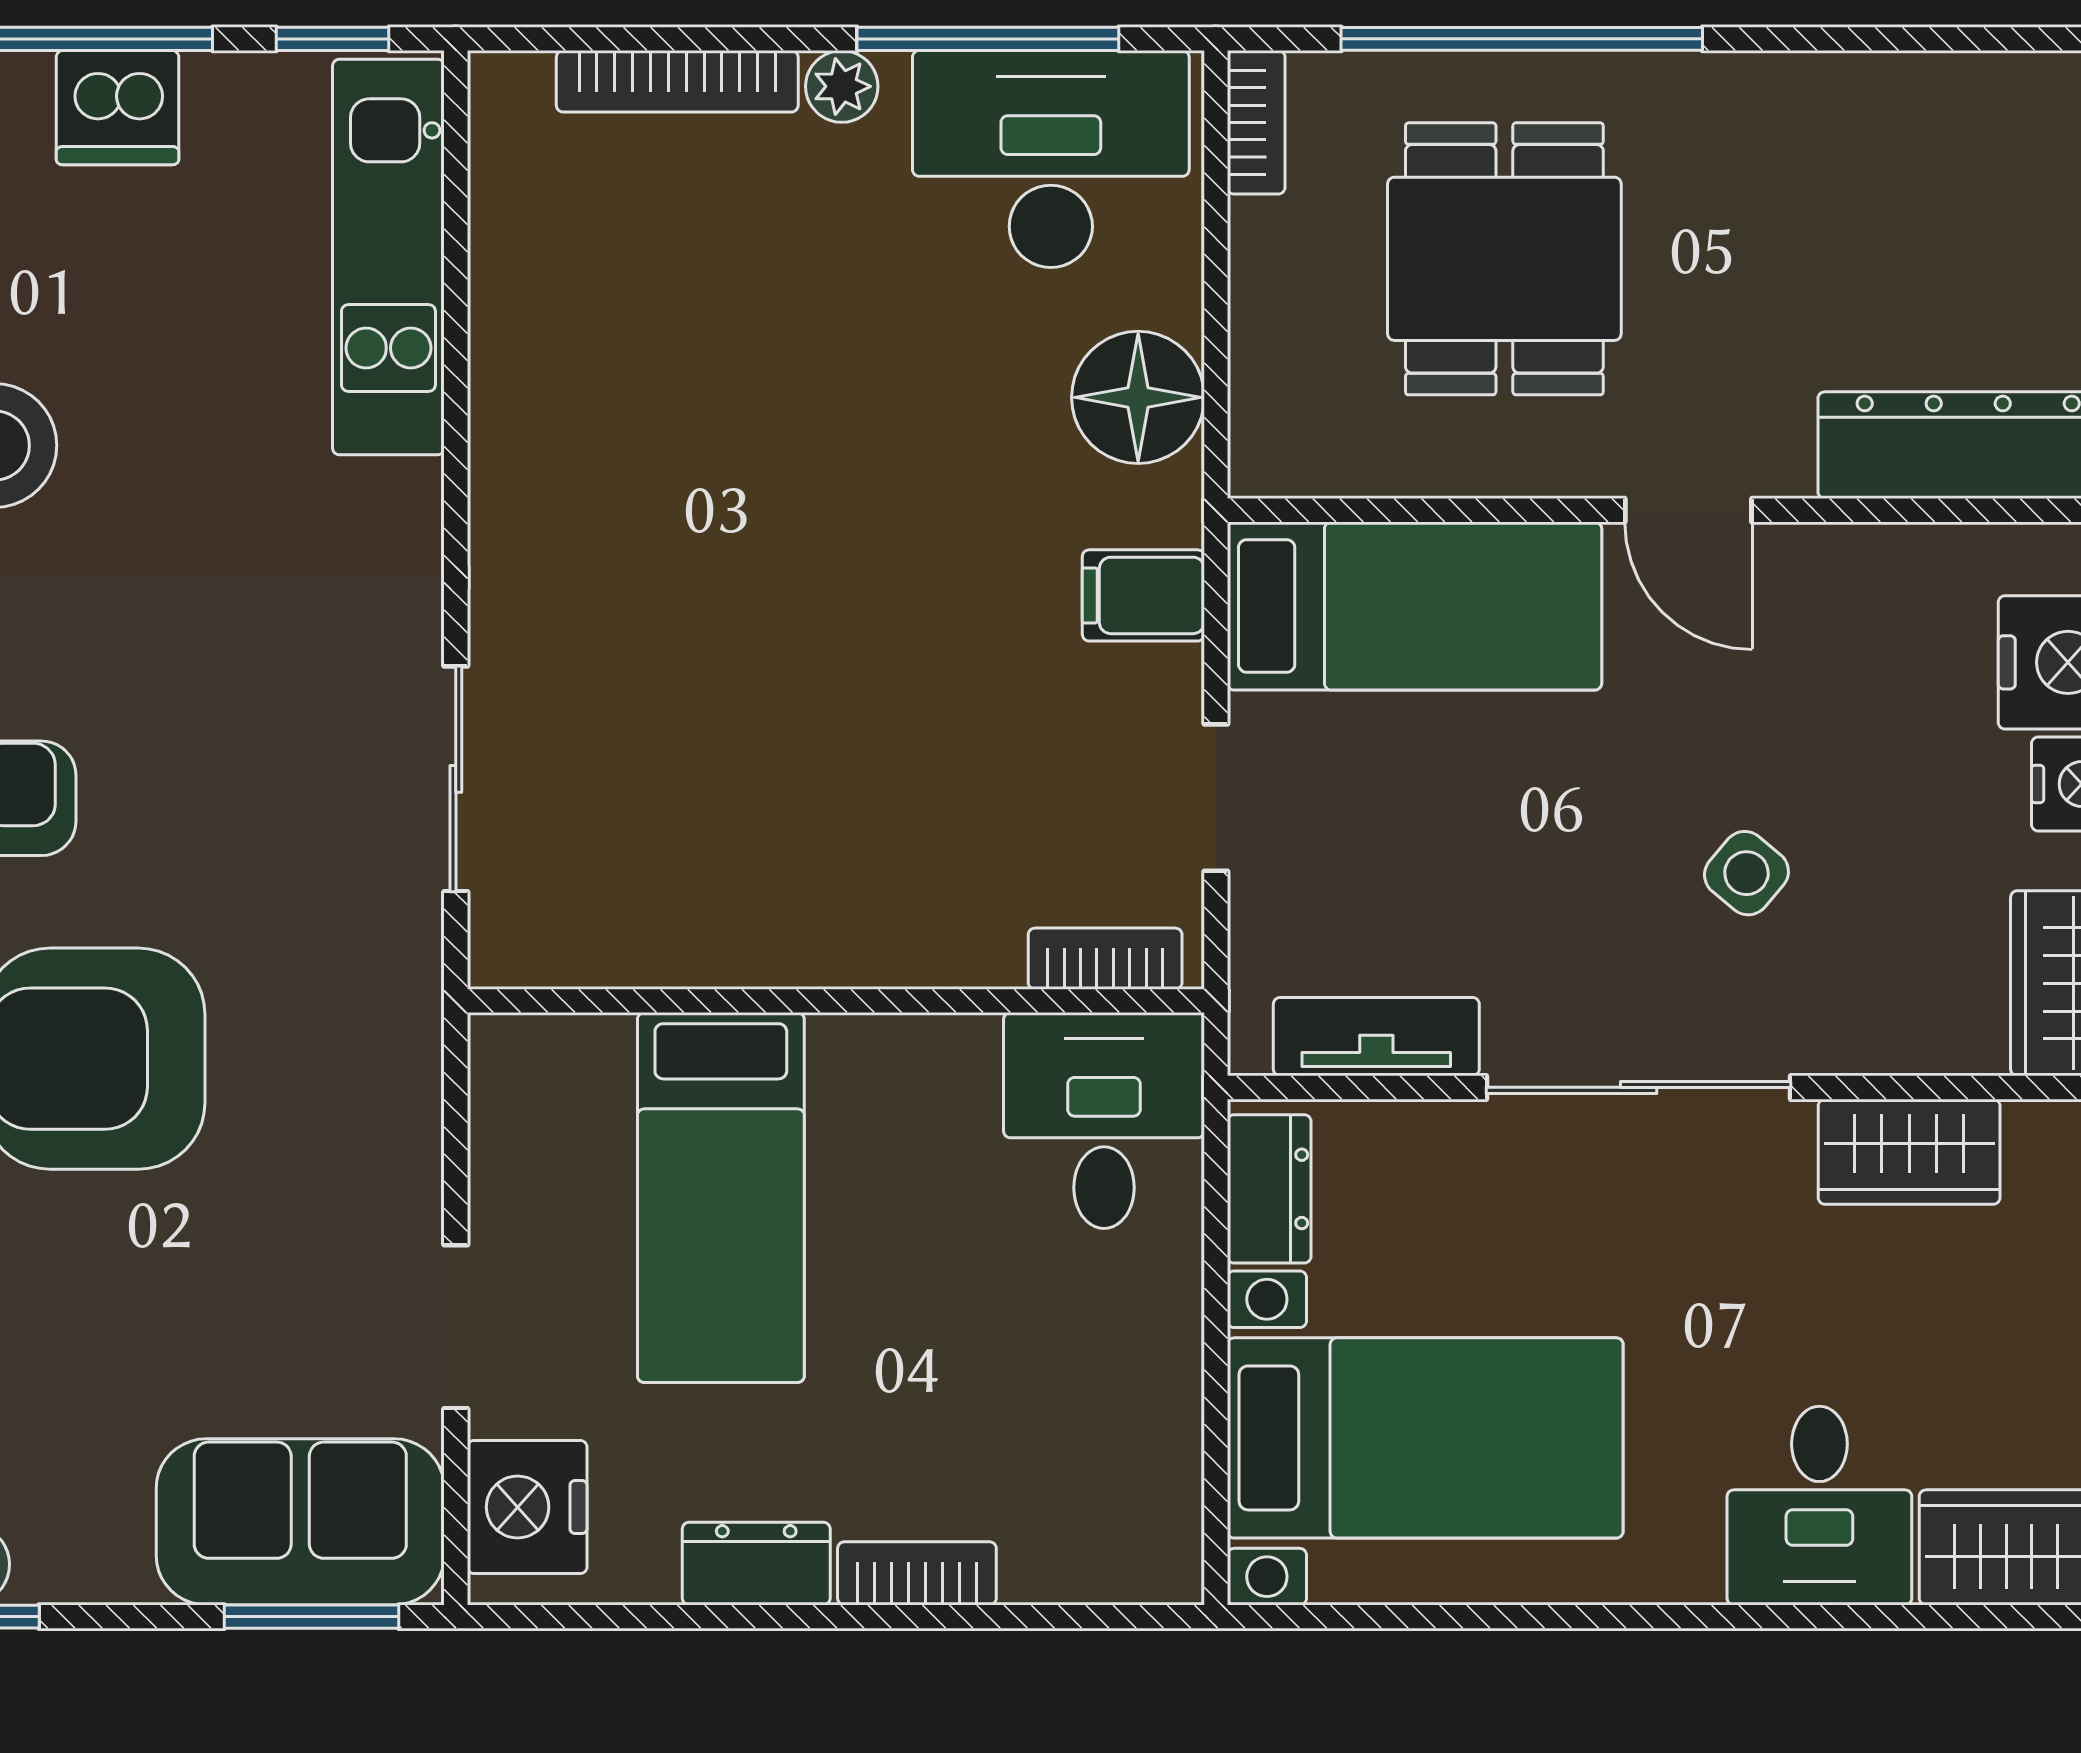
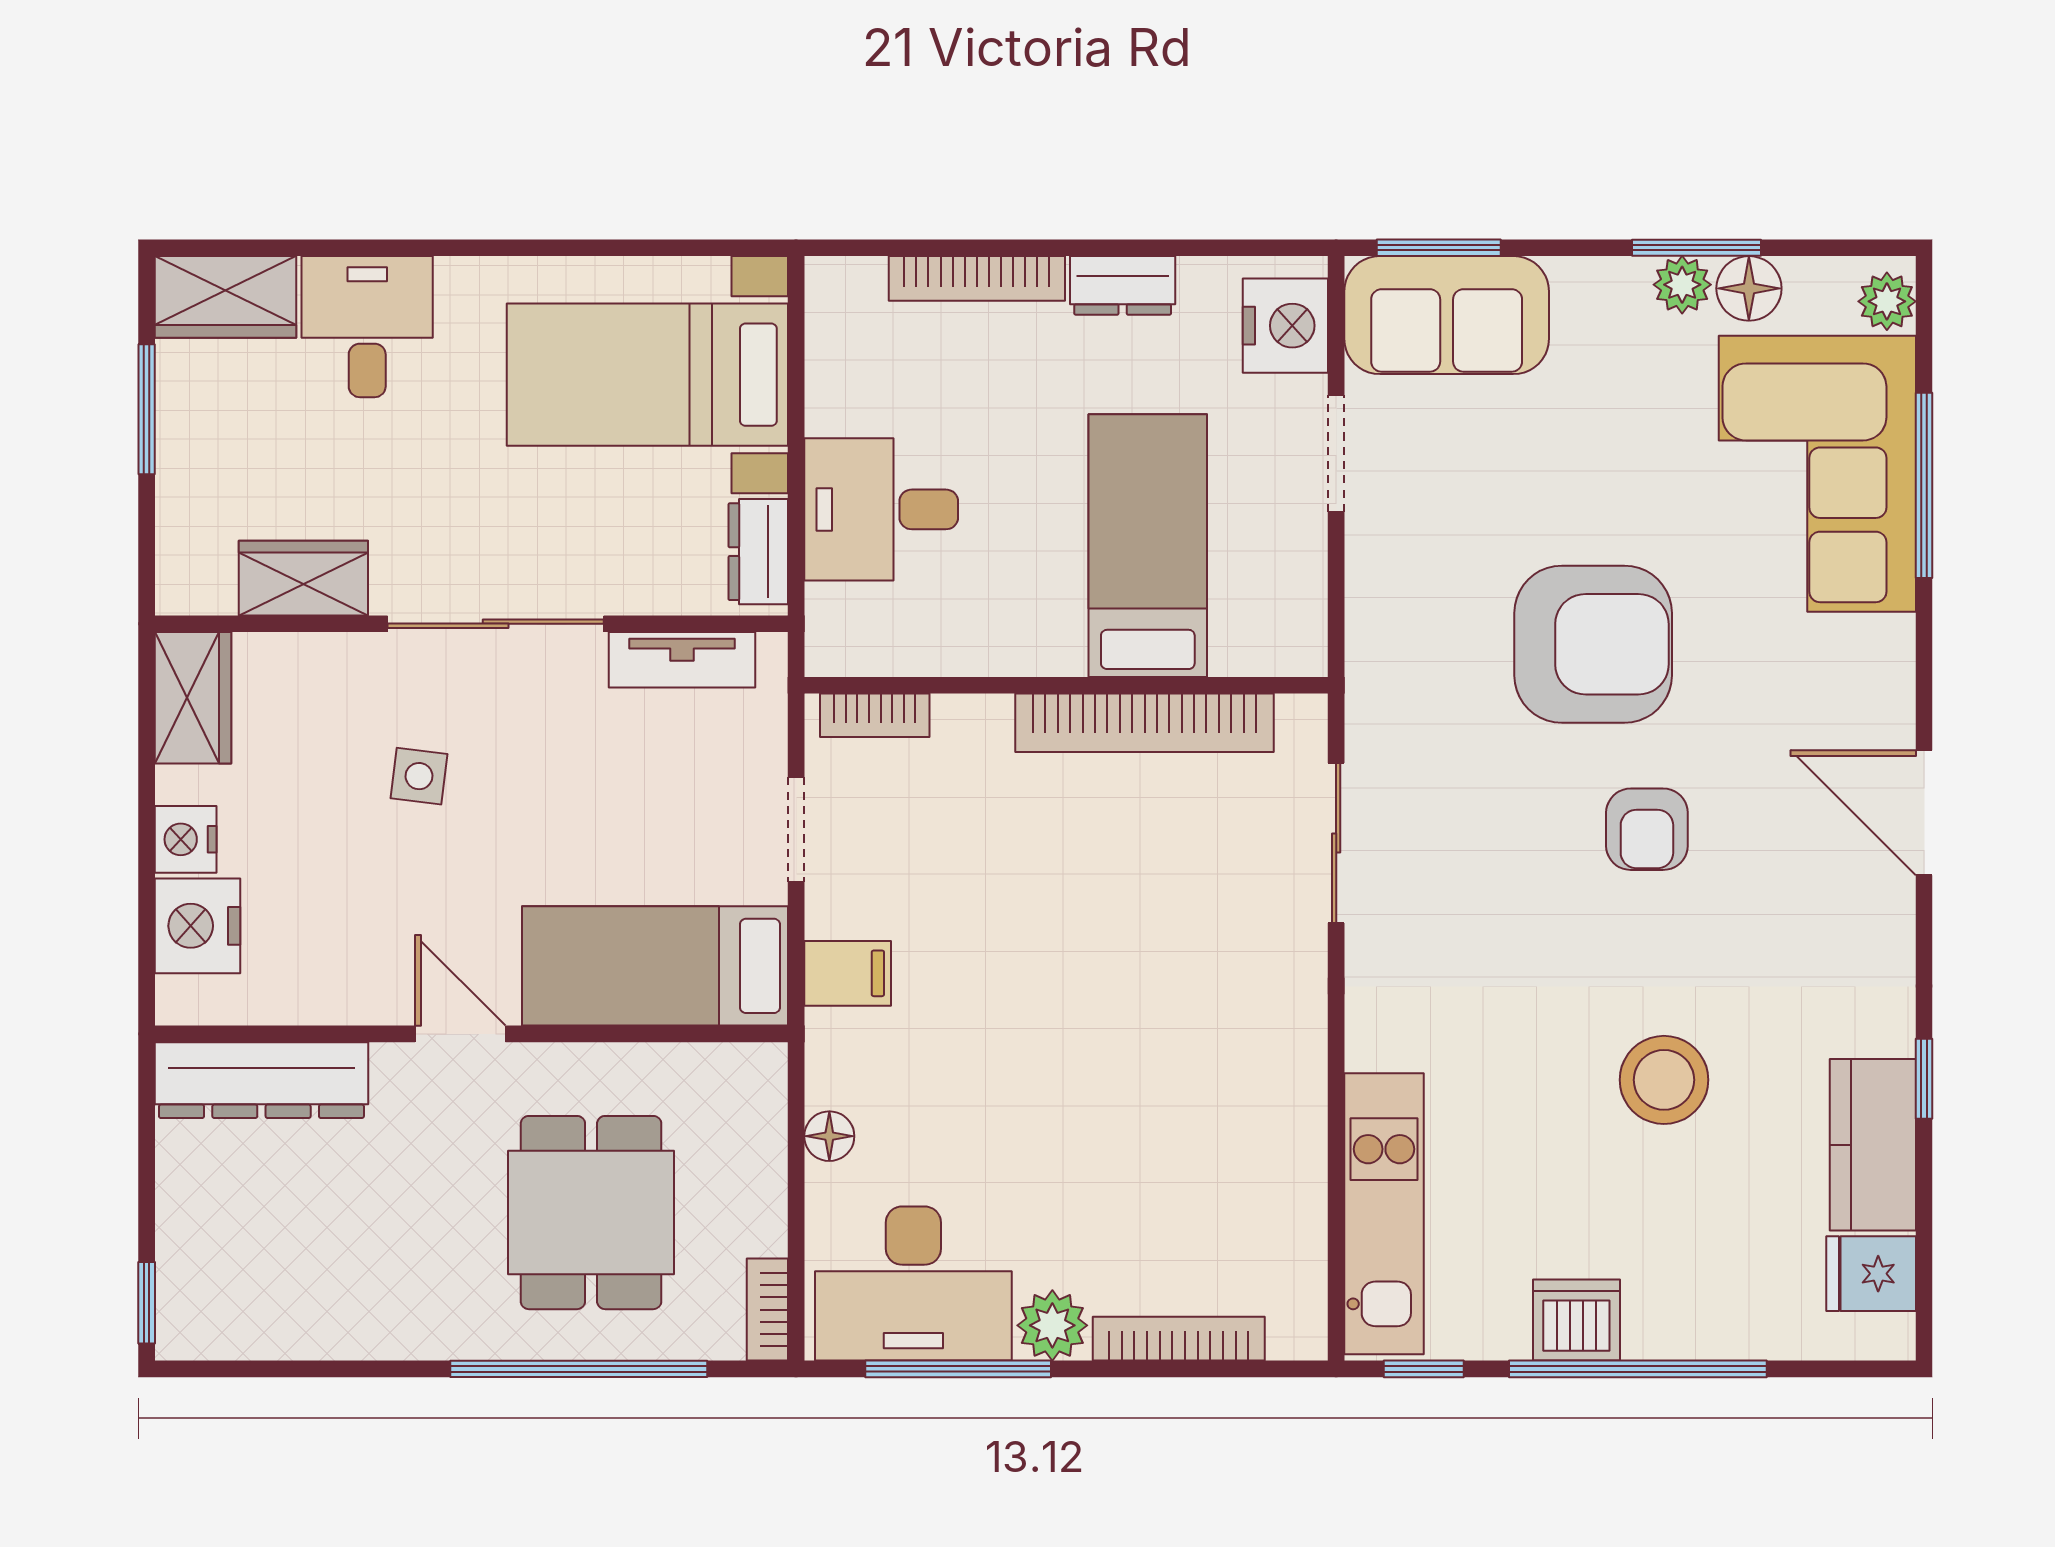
plant: (842, 86) -> (1052, 1325), width x1.38, depth x1.38
floor lamp: (1138, 397) -> (829, 1136), width x0.53, depth x0.53
side table: (1746, 873) -> (419, 776), turned -33
bookcase: (725, 948) -> (1145, 723), added
desk: (1104, 1121) -> (881, 509), moved, turned 90
bookcase: (917, 1573) -> (977, 278), width x1.56

